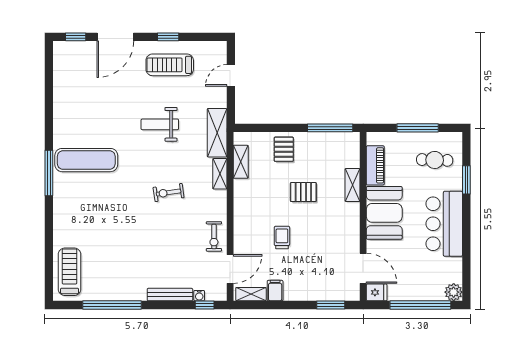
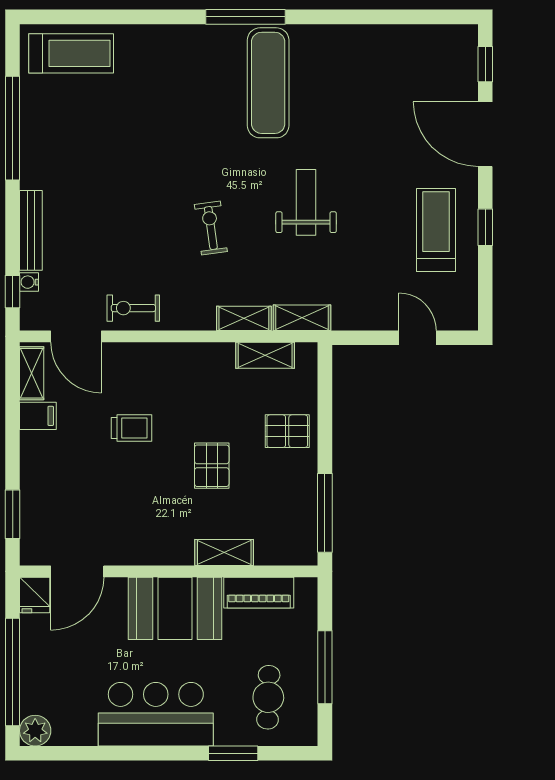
weight bench: (160, 124) -> (306, 202), moved
shelving: (217, 133) -> (302, 318), width x0.67, depth x0.75

